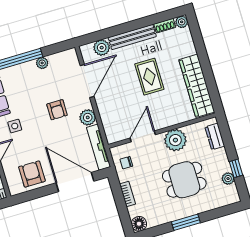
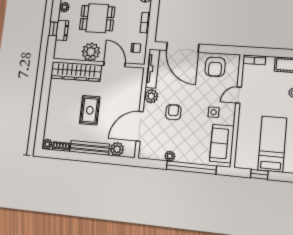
wardrobe: (197, 86) -> (76, 72), moved, turned 90
door: (143, 136) -> (115, 64), swing flipped
dresser: (215, 136) -> (62, 30), moved
window: (236, 168) -> (53, 29), moved

